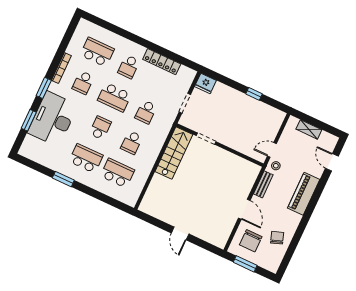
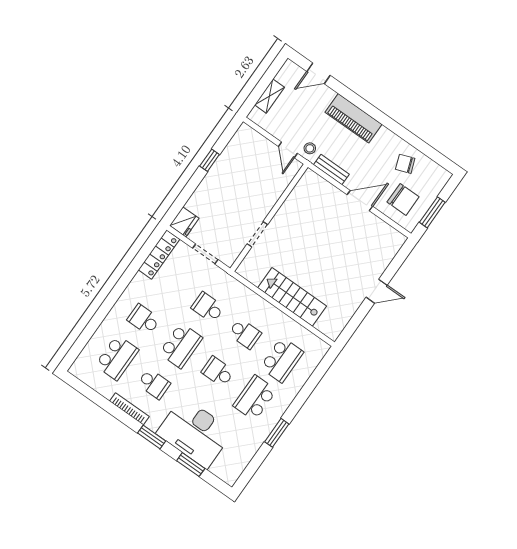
school desk: (97, 52) -> (117, 358), turned 180
locker: (162, 62) -> (159, 254), moved
school desk: (129, 67) -> (144, 319), turned 180
school desk: (146, 112) -> (208, 307), turned 180
stairs: (174, 153) -> (292, 297), moved
school desk: (117, 173) -> (282, 360), turned 180

